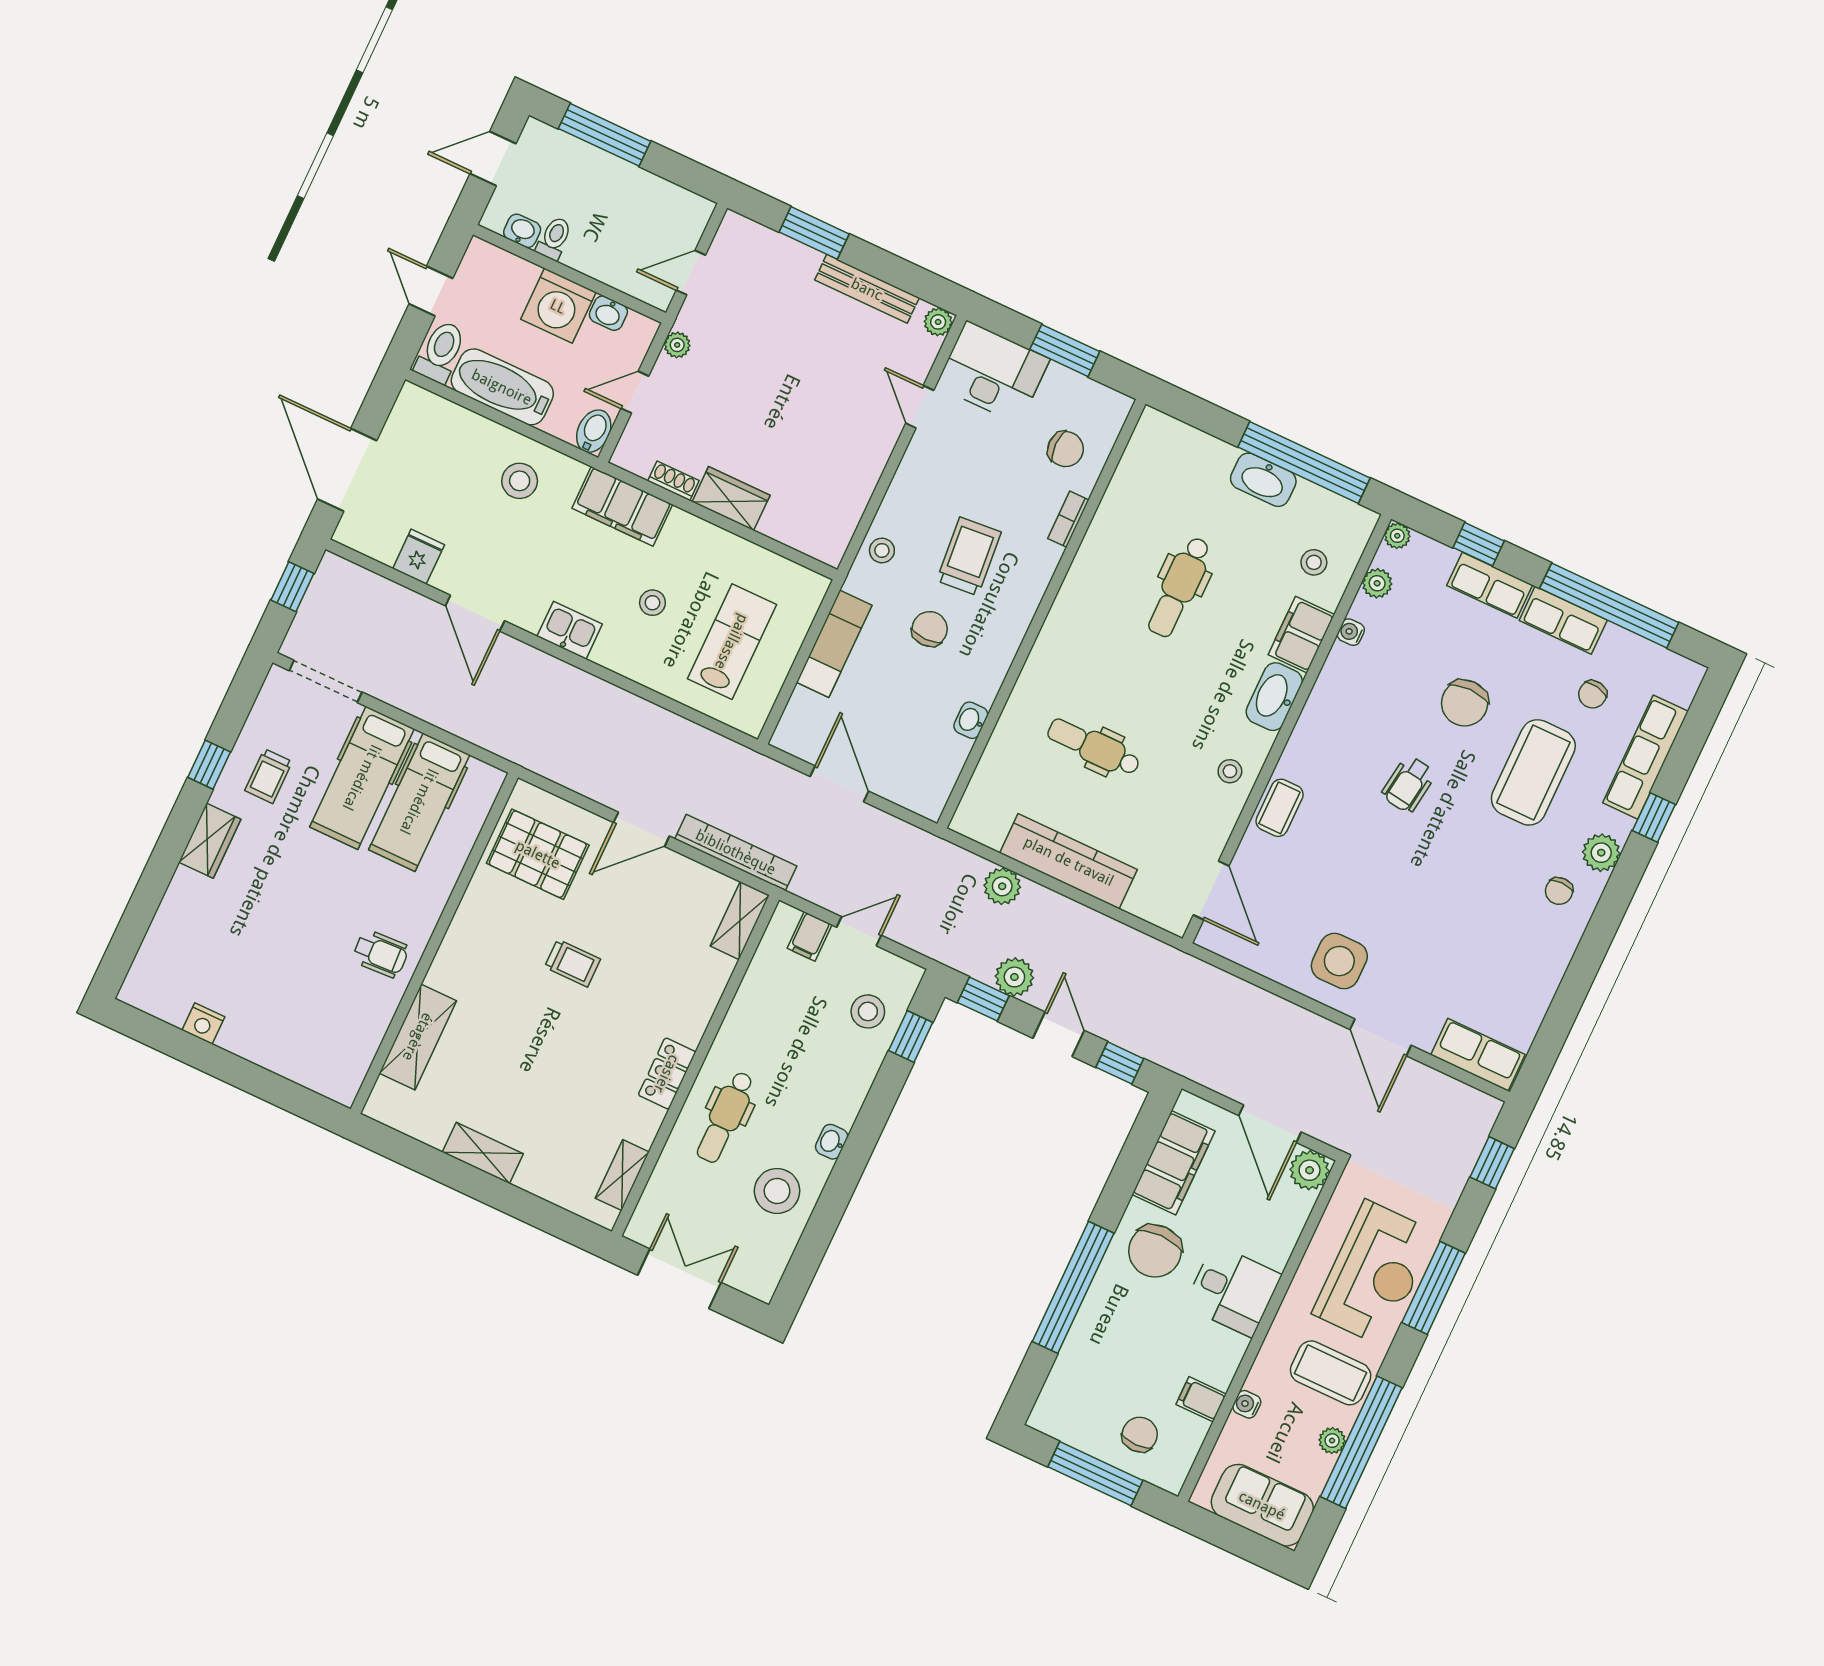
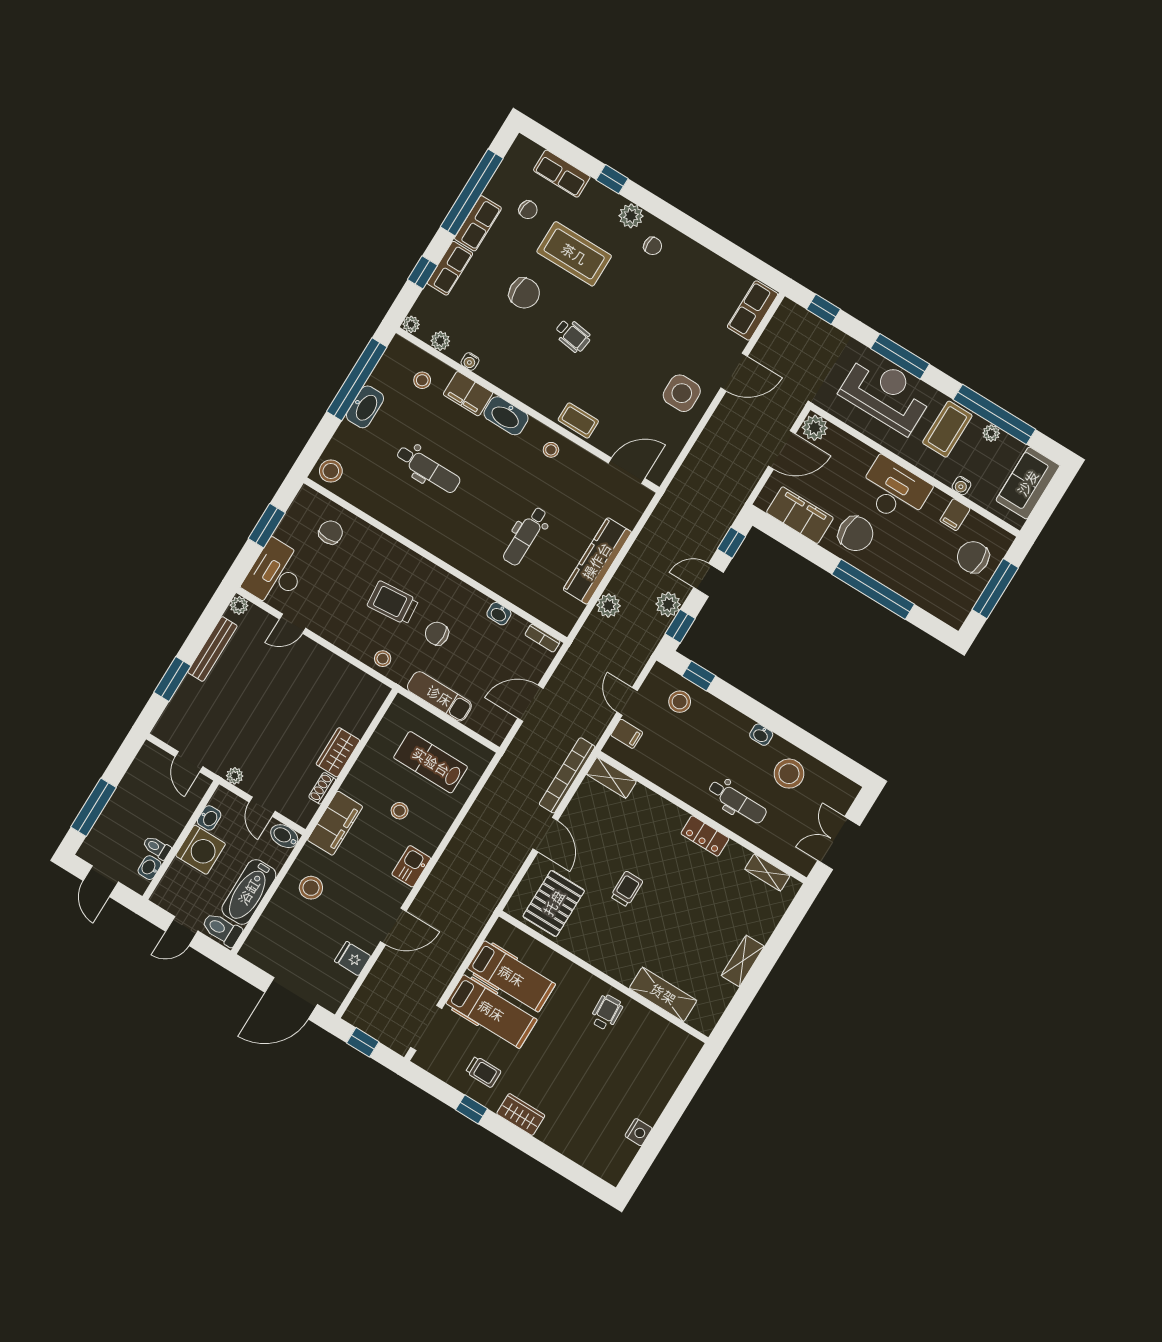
stool: (1159, 439) -> (331, 471), added
bookcase: (1068, 519) -> (542, 638), moved
row of seats: (1646, 757) -> (562, 174), width x0.68
desk: (1233, 1290) -> (894, 491), width x1.37
chair: (1140, 1435) -> (973, 557), width x1.37, depth x1.37

